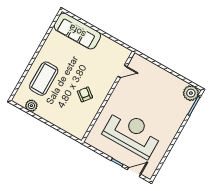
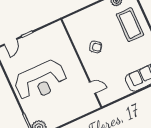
door: (122, 71) -> (92, 88), swing flipped
reception desk: (132, 133) -> (41, 81), moved

